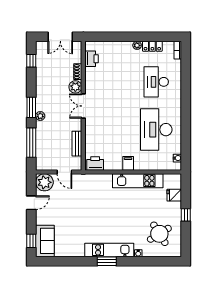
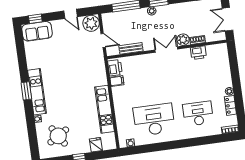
printer: (92, 59) -> (198, 53), moved
filing cabinet: (128, 163) -> (117, 81), moved
door: (64, 172) -> (103, 40), swing flipped

